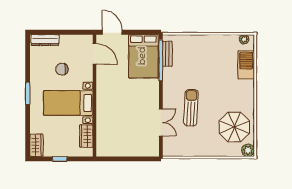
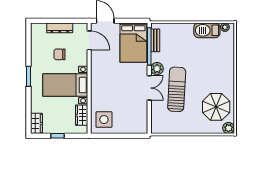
dresser: (45, 40) -> (60, 28), moved
barbecue: (246, 65) -> (207, 30), moved, turned -90
plant: (169, 85) -> (157, 69), added
sun lounger: (191, 108) -> (177, 89), width x1.36, depth x1.34
double door: (161, 122) -> (149, 88), moved
side table: (111, 141) -> (104, 120), added

